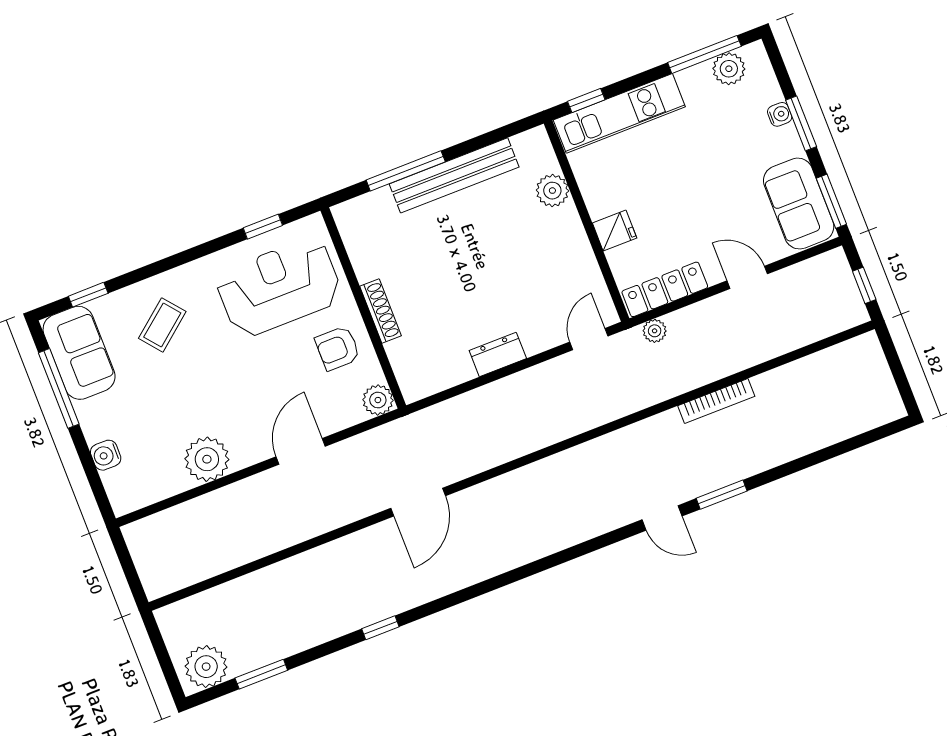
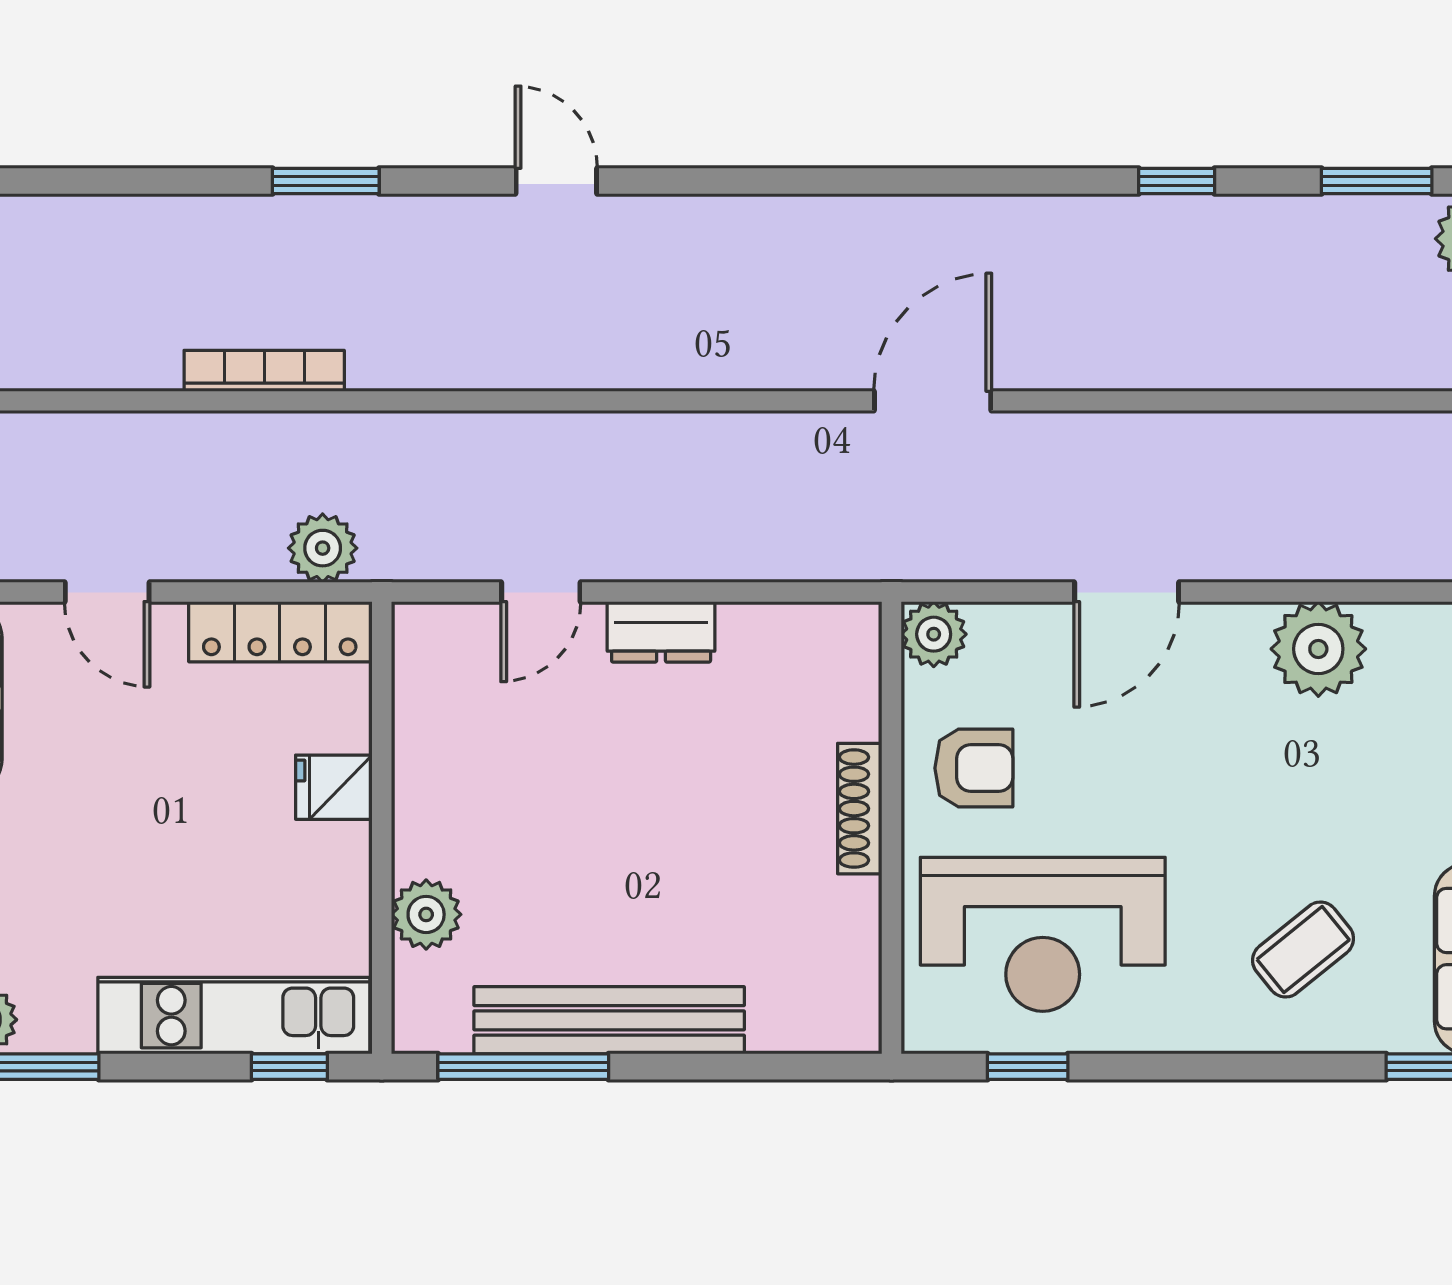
window: (406, 171) -> (523, 1067), moved
plant: (655, 331) -> (323, 548), width x1.38, depth x1.38
door: (589, 339) -> (541, 592), moved
door: (662, 518) -> (556, 181), moved
window: (380, 628) -> (1177, 181), moved

